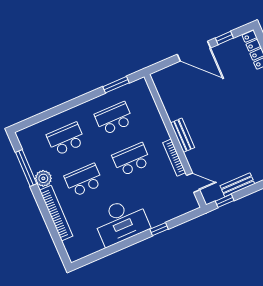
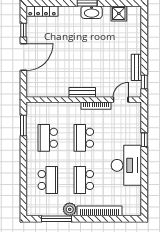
school desk: (66, 139) -> (48, 180), turned 180

